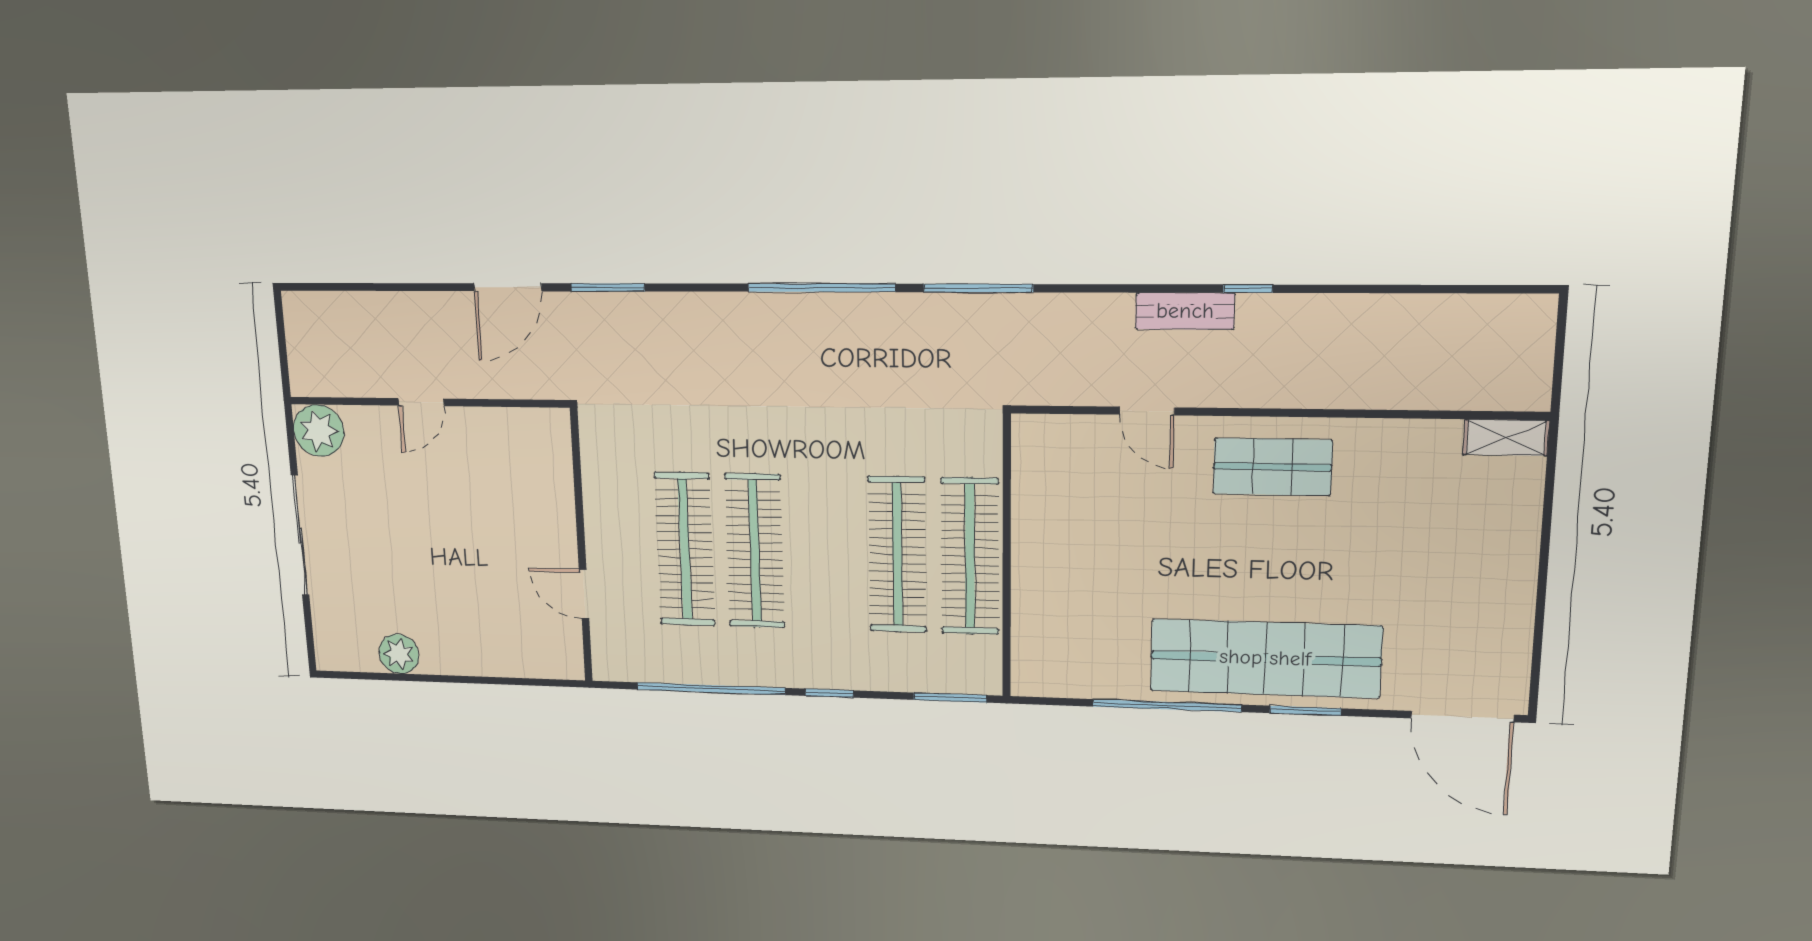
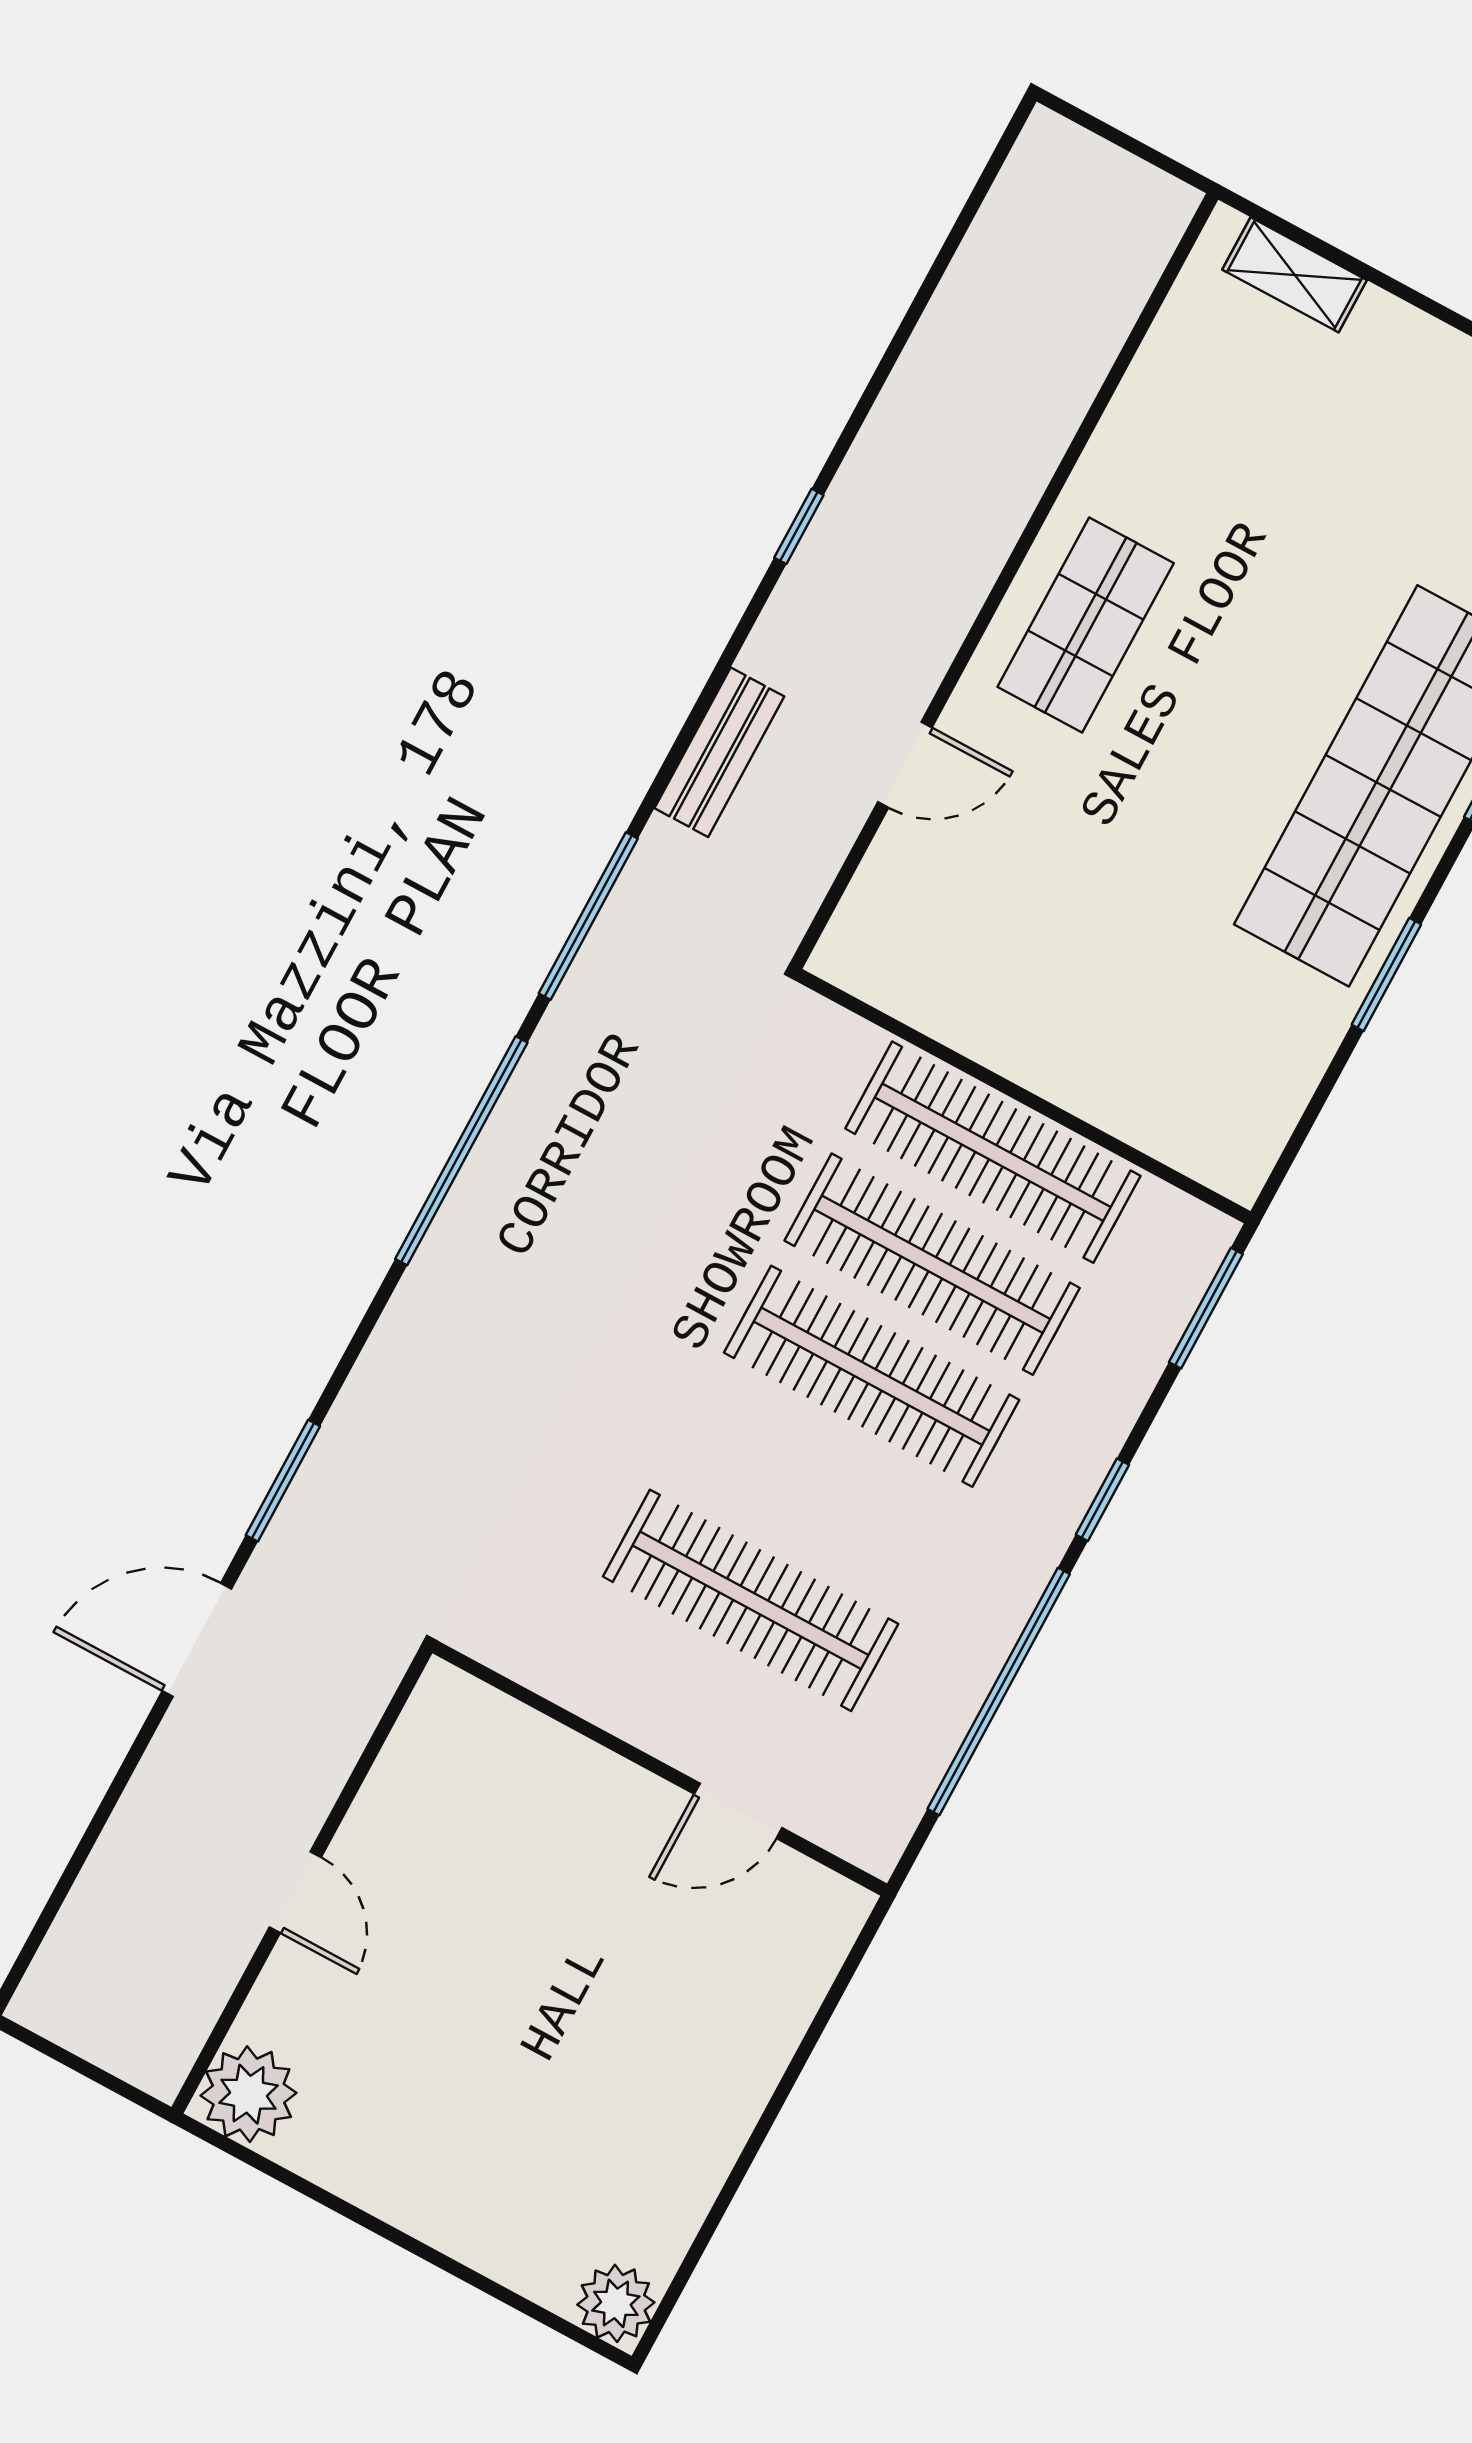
door: (508, 287) -> (197, 1640), swing flipped
bench: (1185, 311) -> (719, 752), moved
shelving: (1506, 437) -> (1295, 275), moved, turned 90
sliding door: (300, 535) -> (397, 2237), removed
clothes rail: (755, 551) -> (872, 1376), moved
plant: (399, 654) -> (616, 2303), moved
window: (1167, 706) -> (1386, 974), width x0.47

